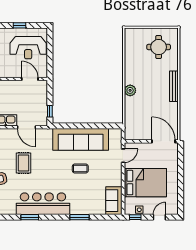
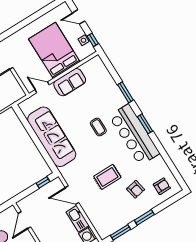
door: (26, 127) -> (72, 195), swing flipped
coffee table: (80, 169) -> (98, 127), moved
sofa: (114, 201) -> (70, 82), moved
window: (30, 217) -> (145, 124), moved

